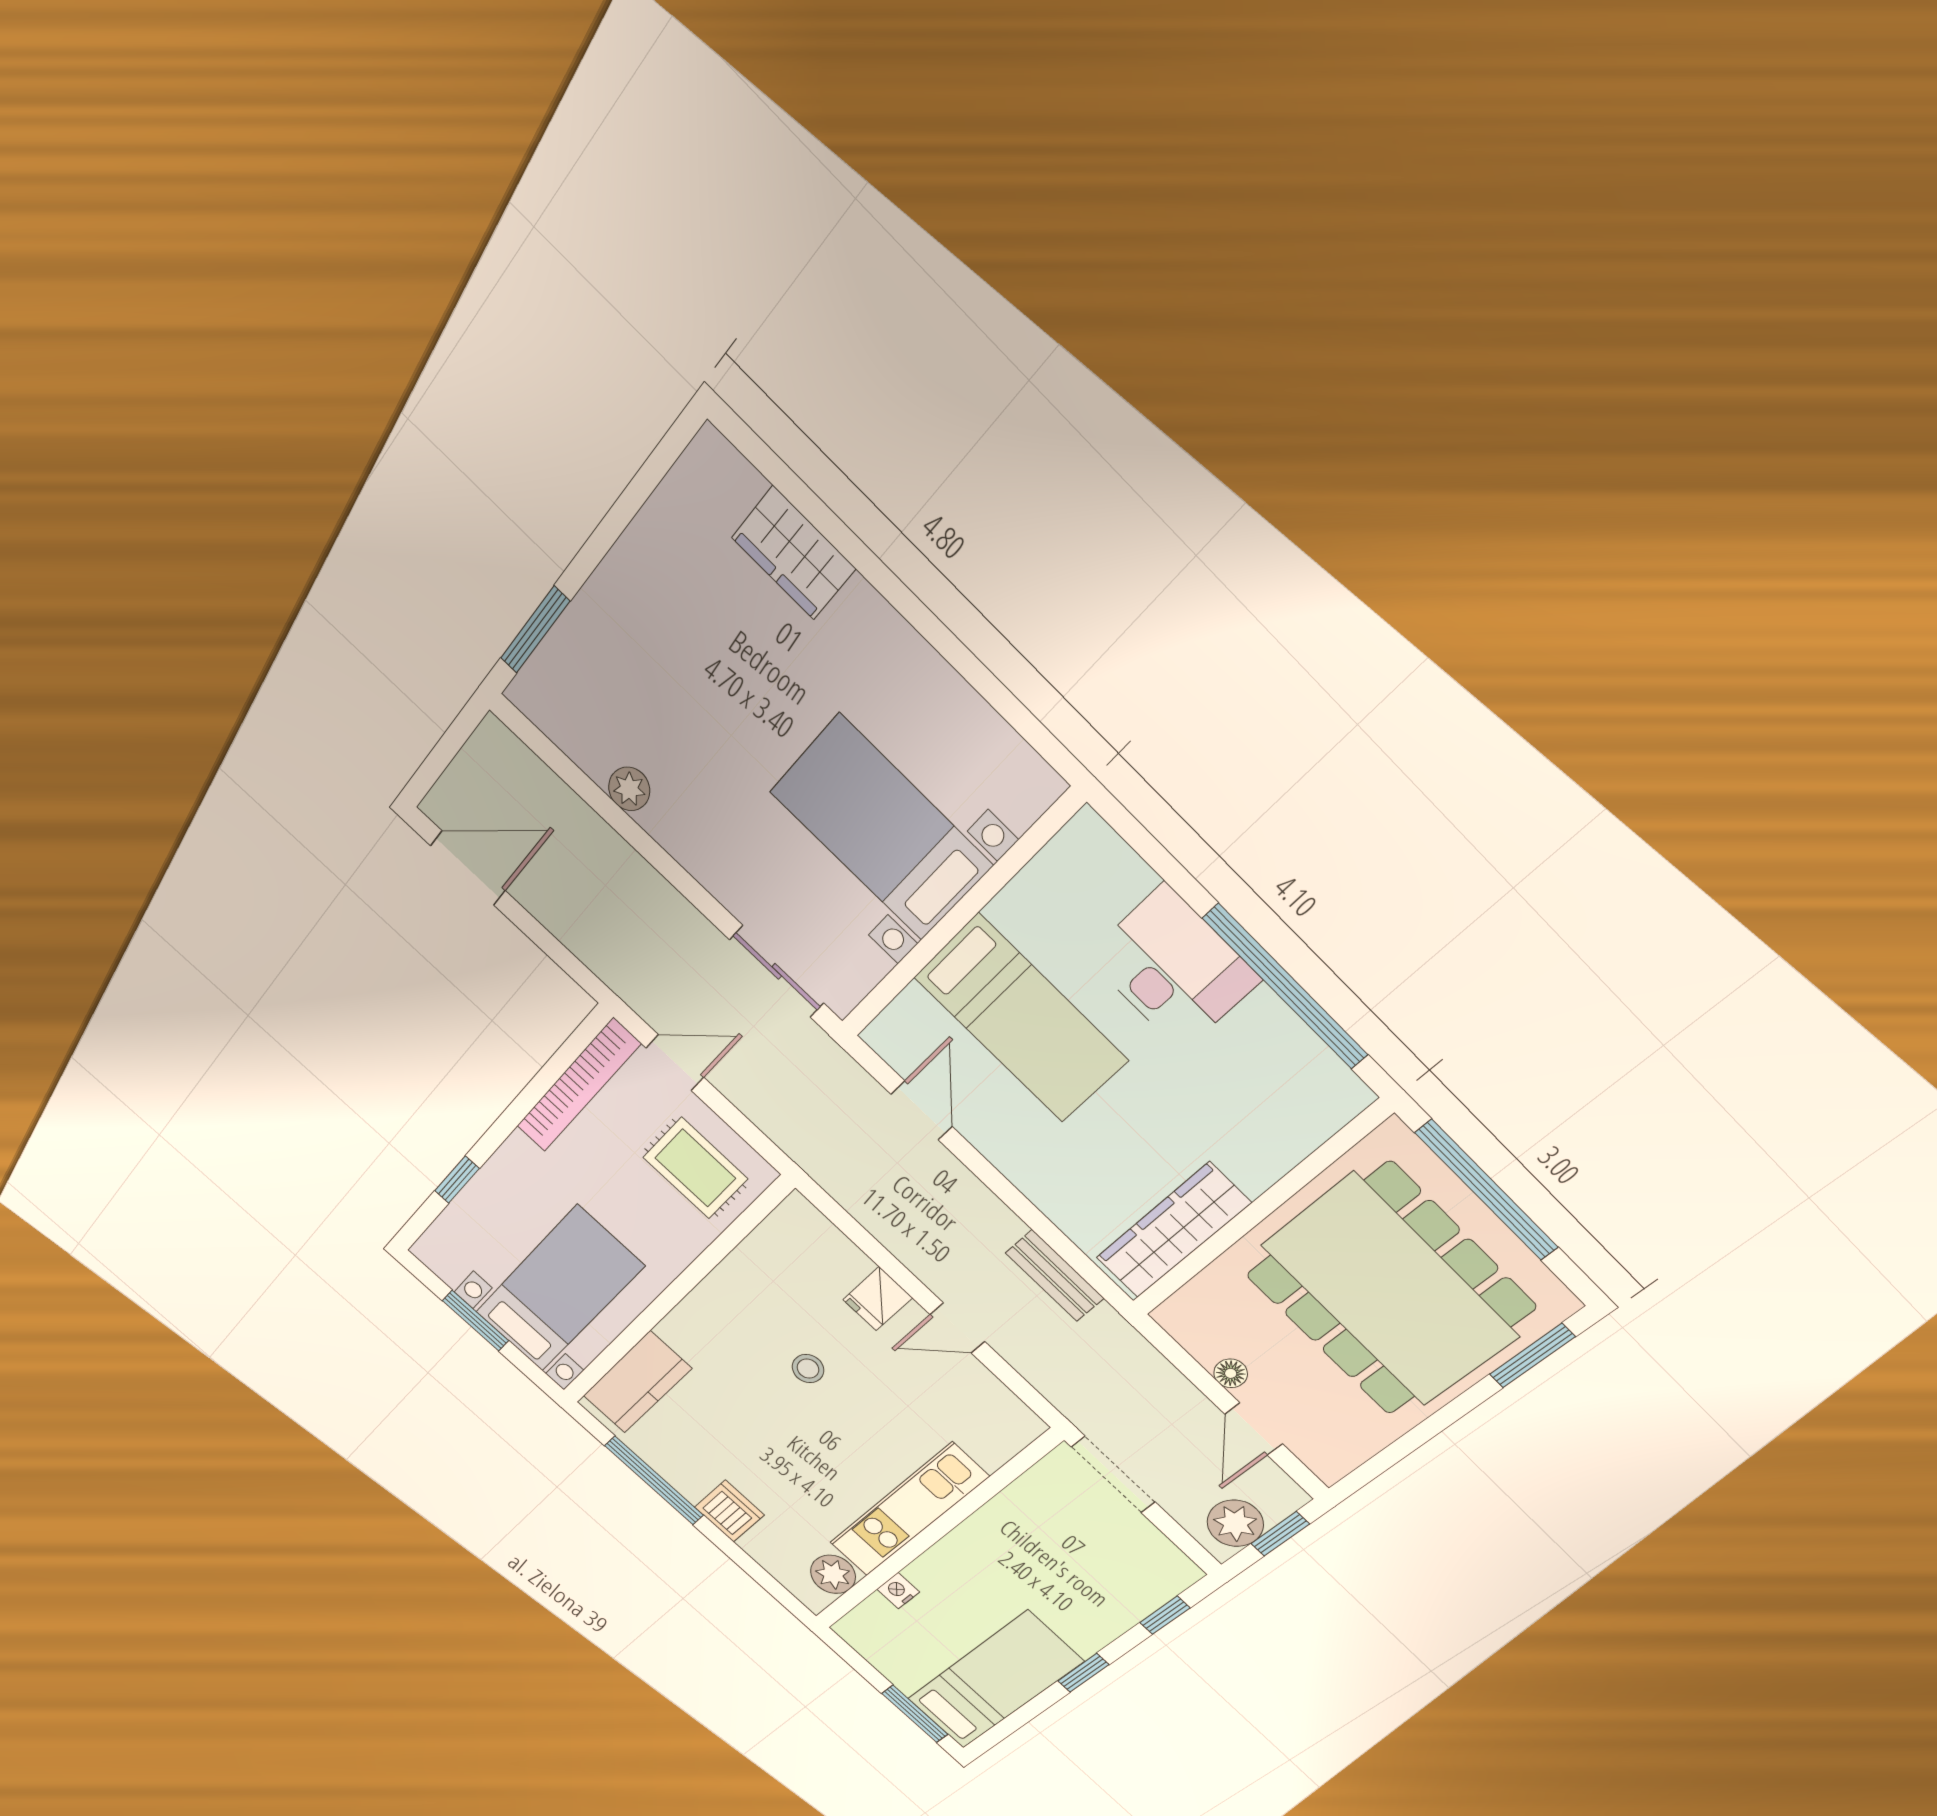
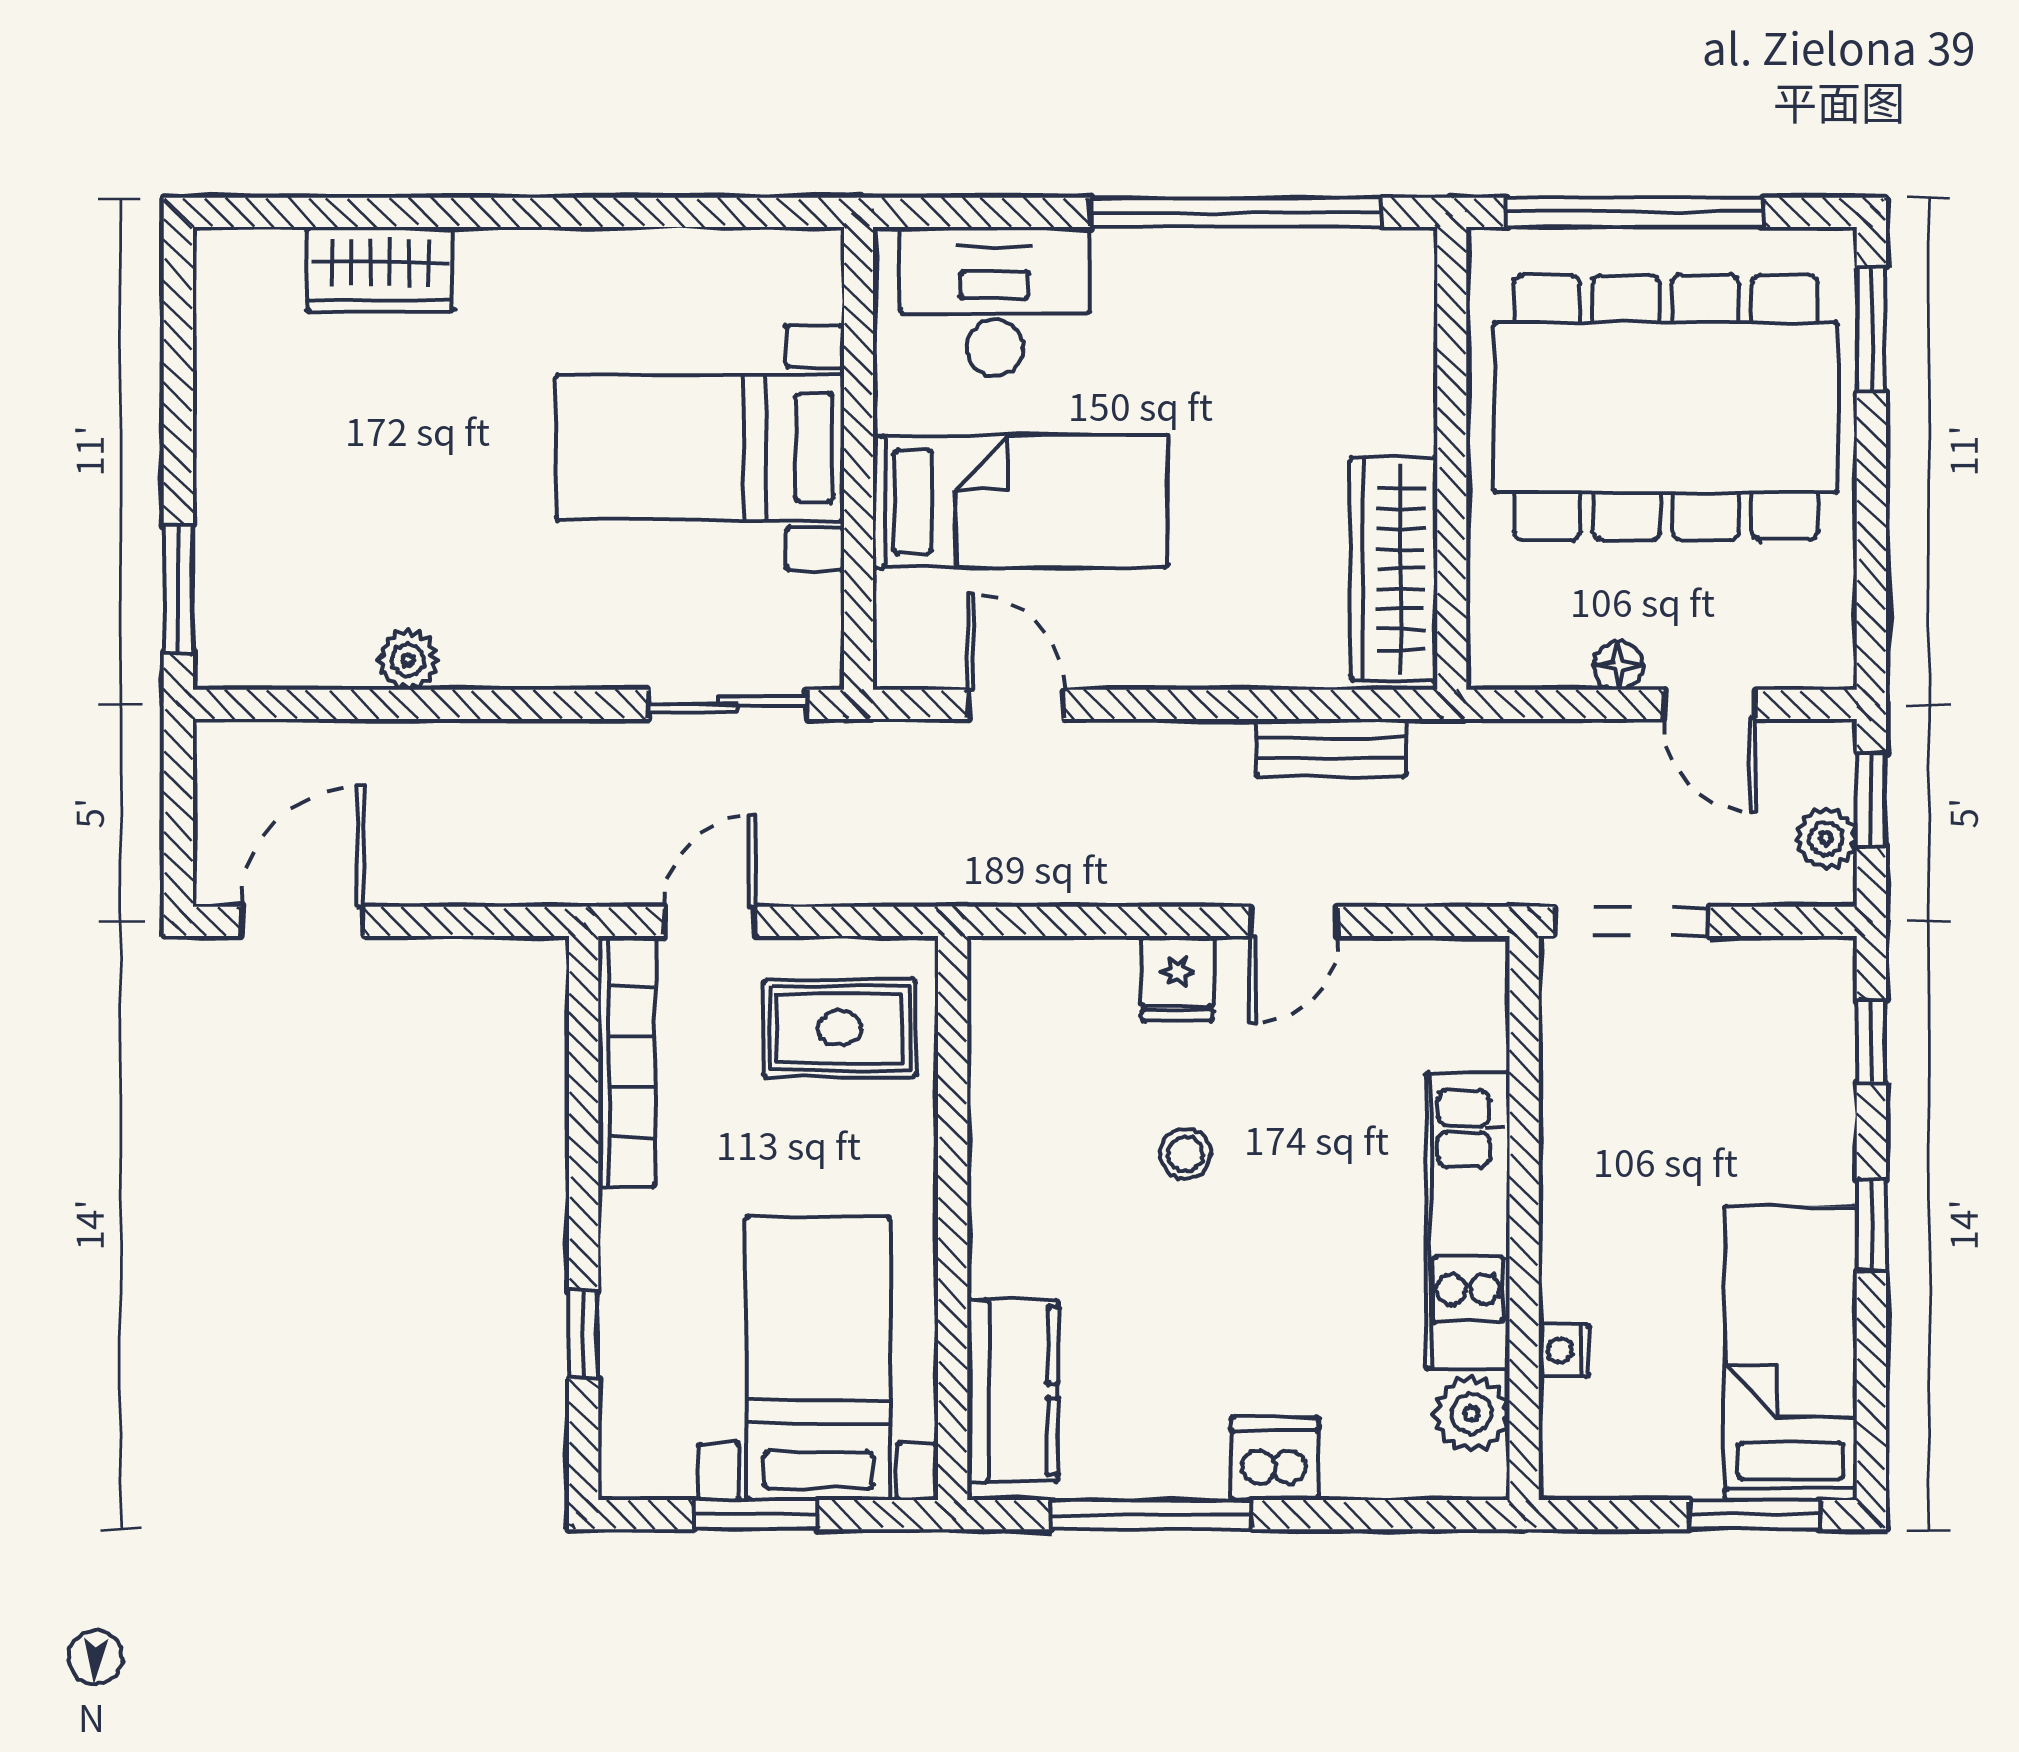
desk: (1173, 968) -> (995, 301), moved
plant: (1235, 1523) -> (1826, 838), width x0.73, depth x0.73

